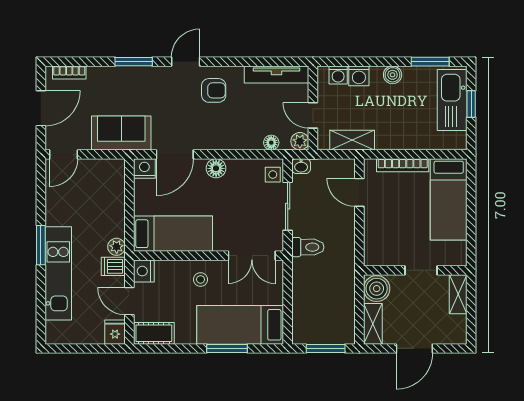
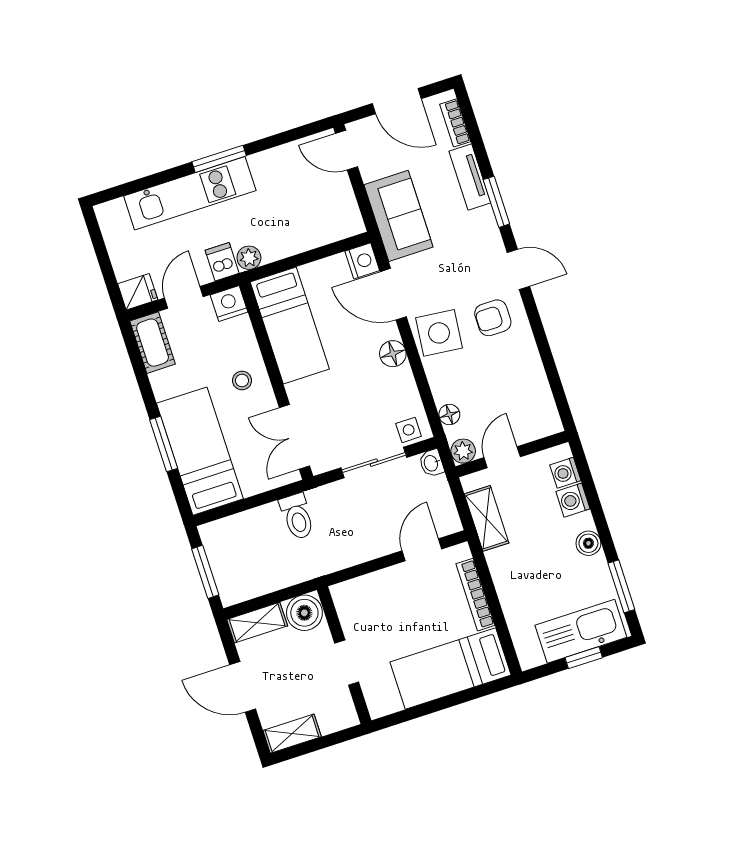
tv unit: (277, 74) -> (470, 177), moved, width x0.71
armchair: (214, 90) -> (493, 318), turned 90
side table: (212, 131) -> (439, 333), added
toilet: (308, 247) -> (297, 516), moved
shelving: (458, 294) -> (292, 734), moved

